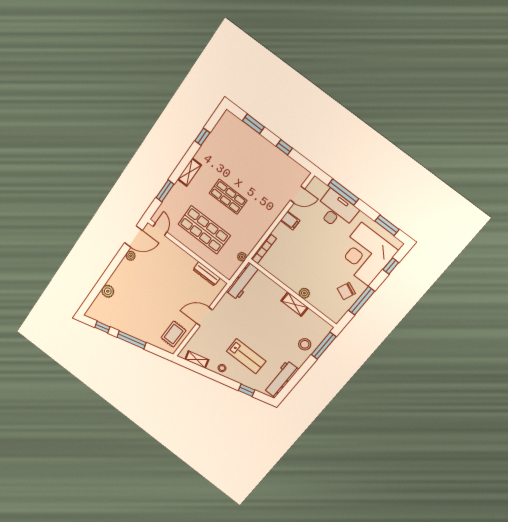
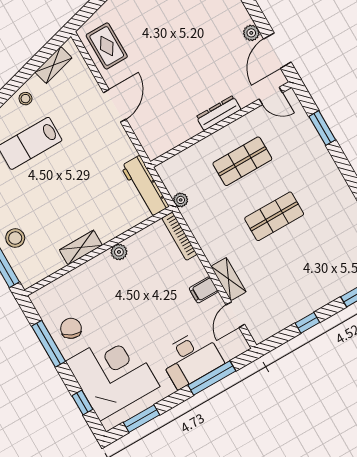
shelving: (189, 172) -> (228, 279), moved
shop shelf: (204, 230) -> (242, 161), width x0.70, depth x0.74
dresser: (207, 274) -> (219, 113), moved
plant: (304, 293) -> (119, 252), moved

